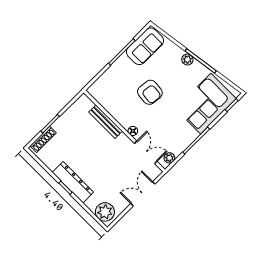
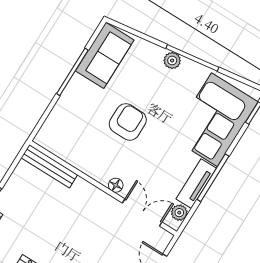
armchair: (150, 92) -> (128, 122), turned -96
bench: (106, 122) -> (49, 166), moved
tv unit: (185, 142) -> (196, 184), added

